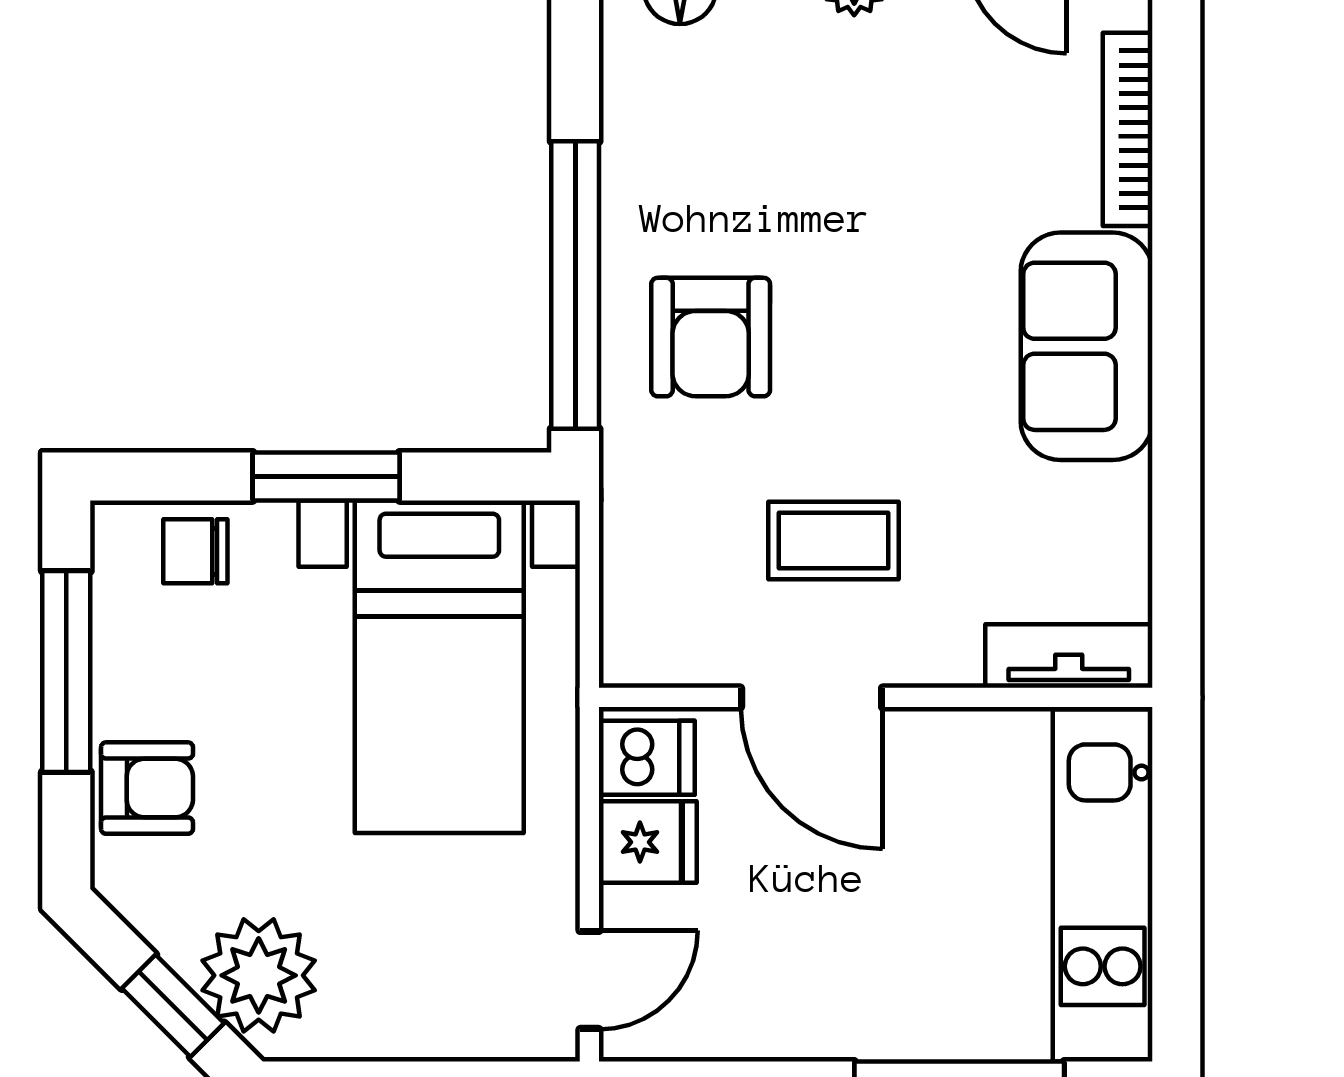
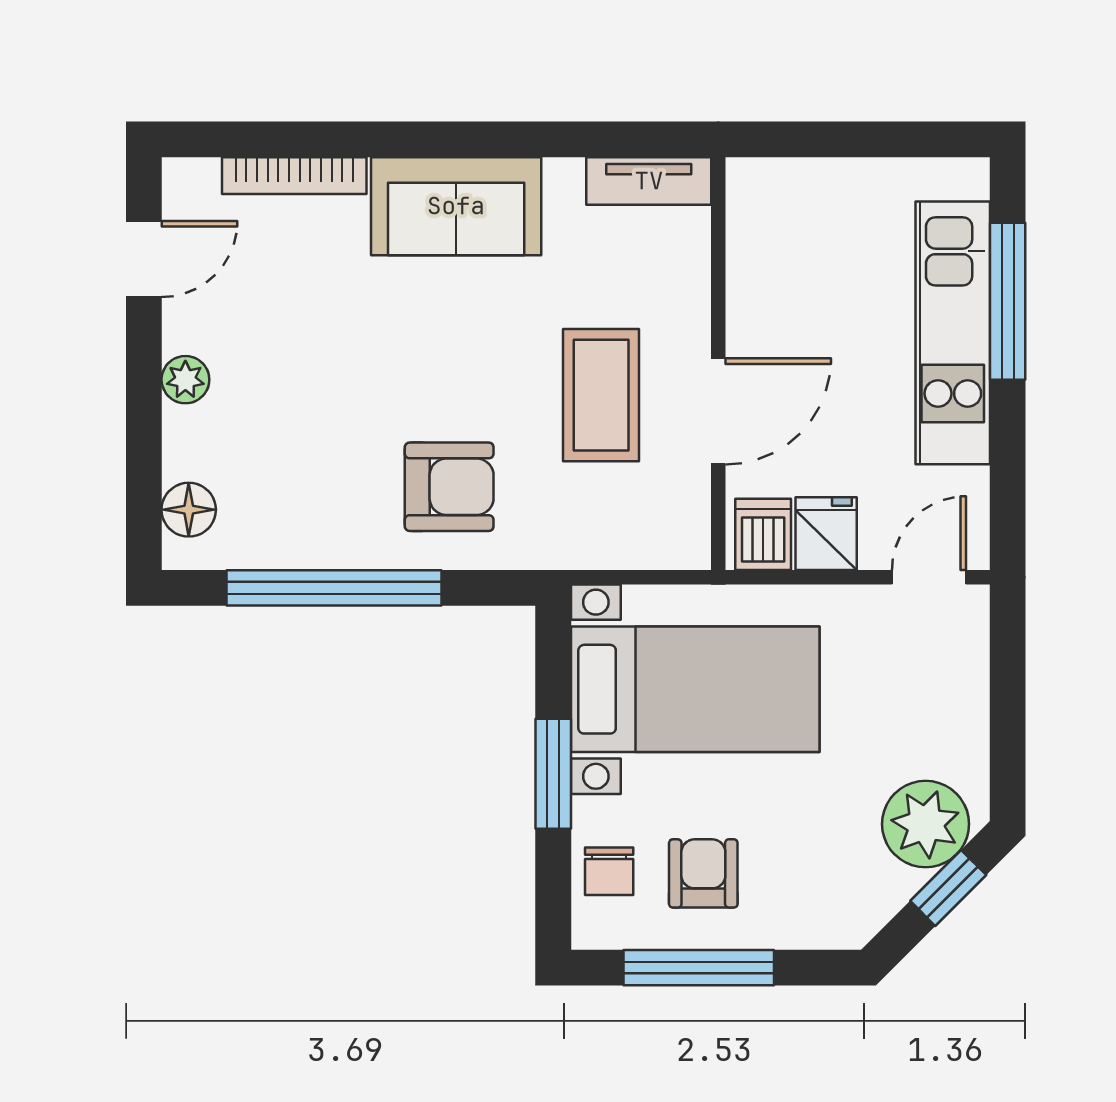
window: (575, 285) -> (334, 588), moved
coffee table: (833, 540) -> (601, 395), width x1.36, depth x1.30
tv unit: (1069, 656) -> (649, 181), moved, turned -90
armchair: (147, 788) -> (703, 873), moved
kitchen unit: (1103, 885) -> (953, 333), moved, turned 90
door: (589, 980) -> (929, 577), hinge flipped

